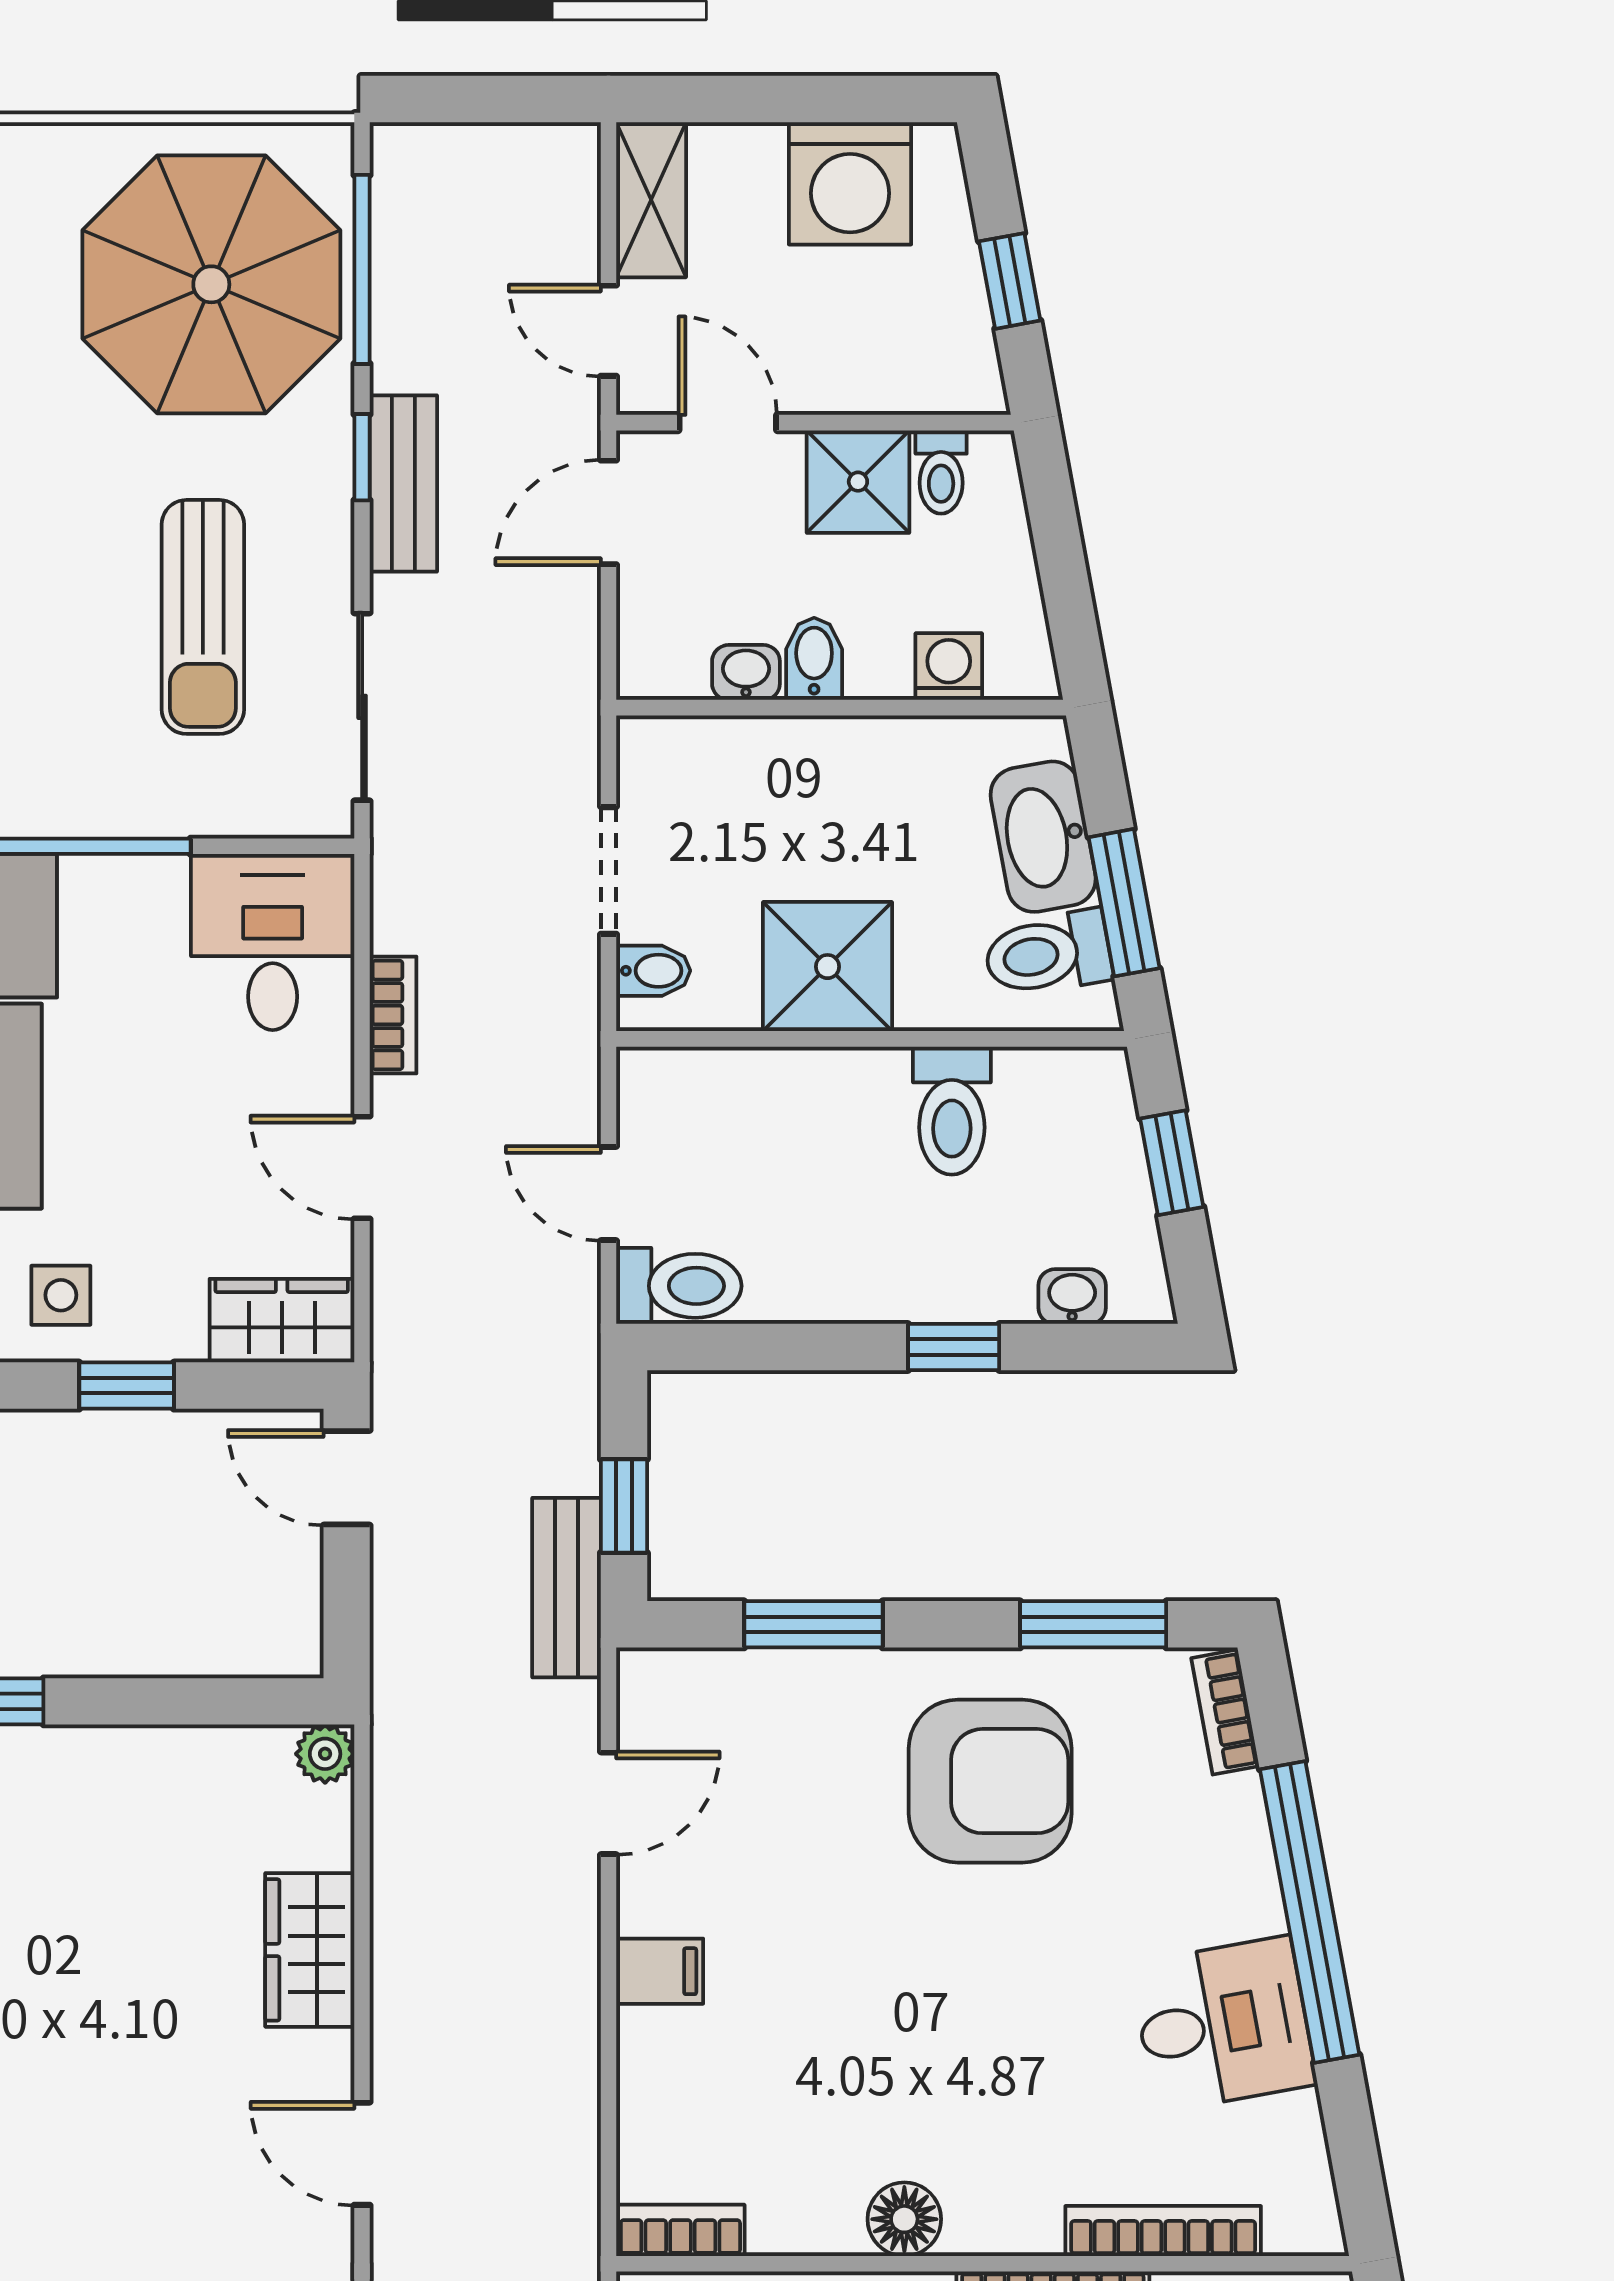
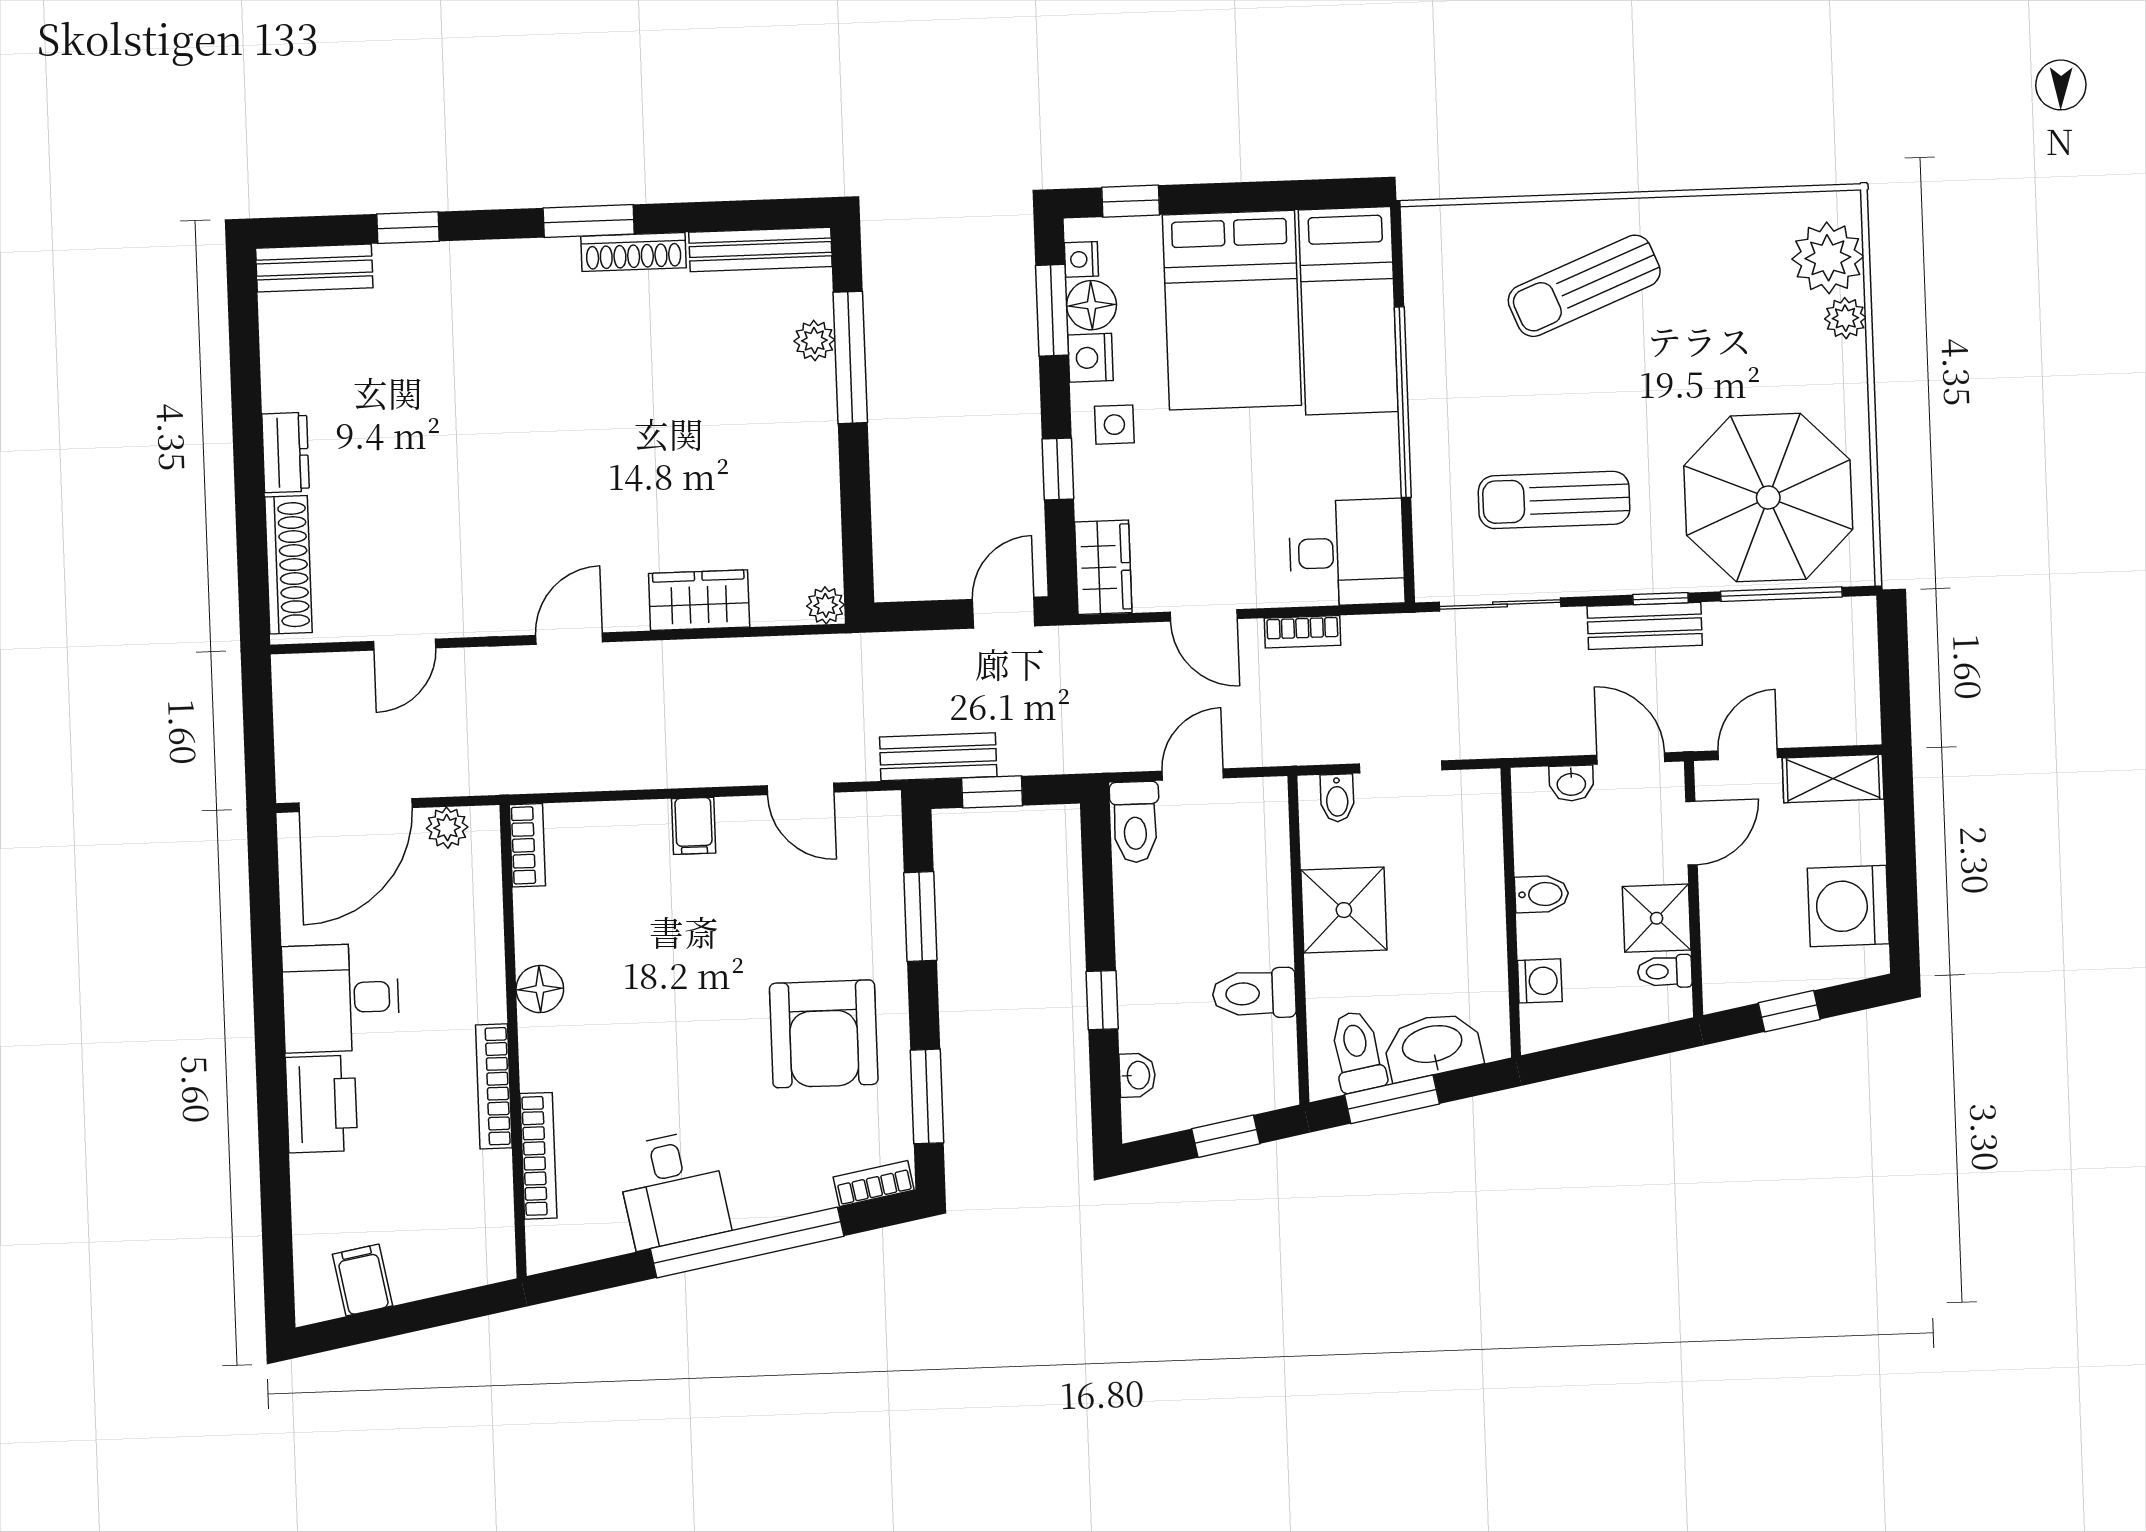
washbasin: (746, 672) -> (1571, 783), moved, turned 90
door: (362, 1167) -> (1204, 615), swing flipped

